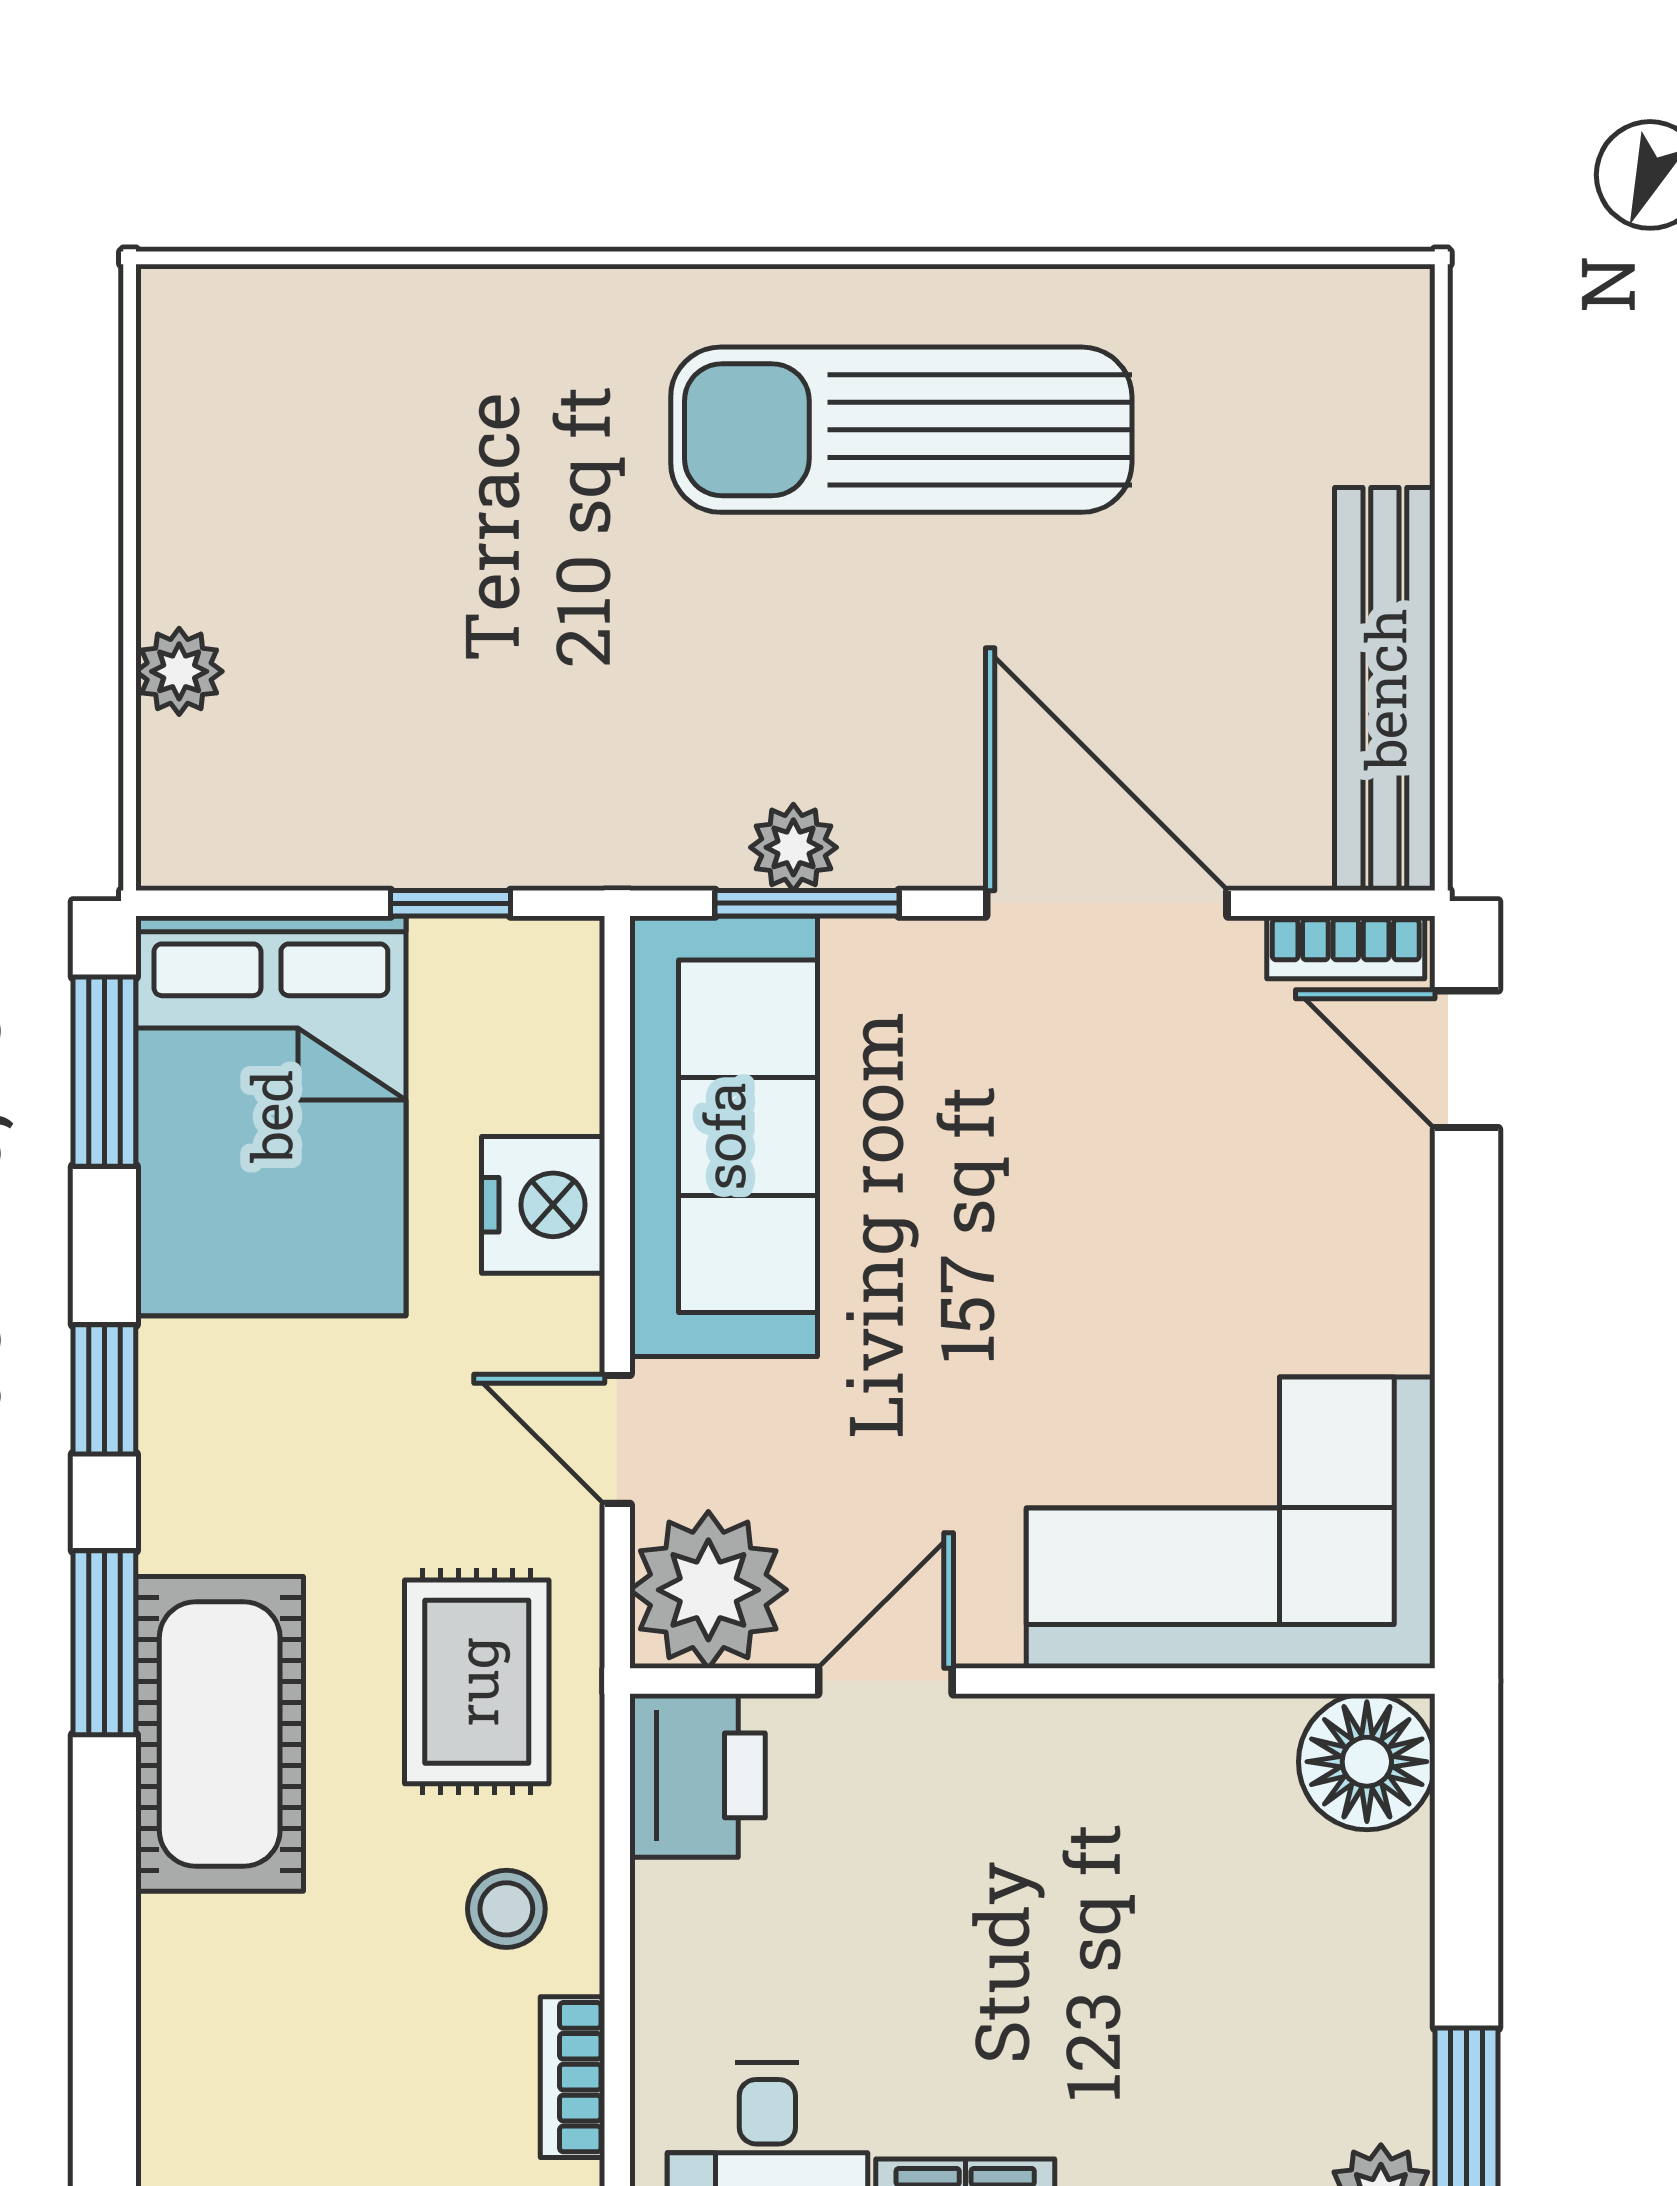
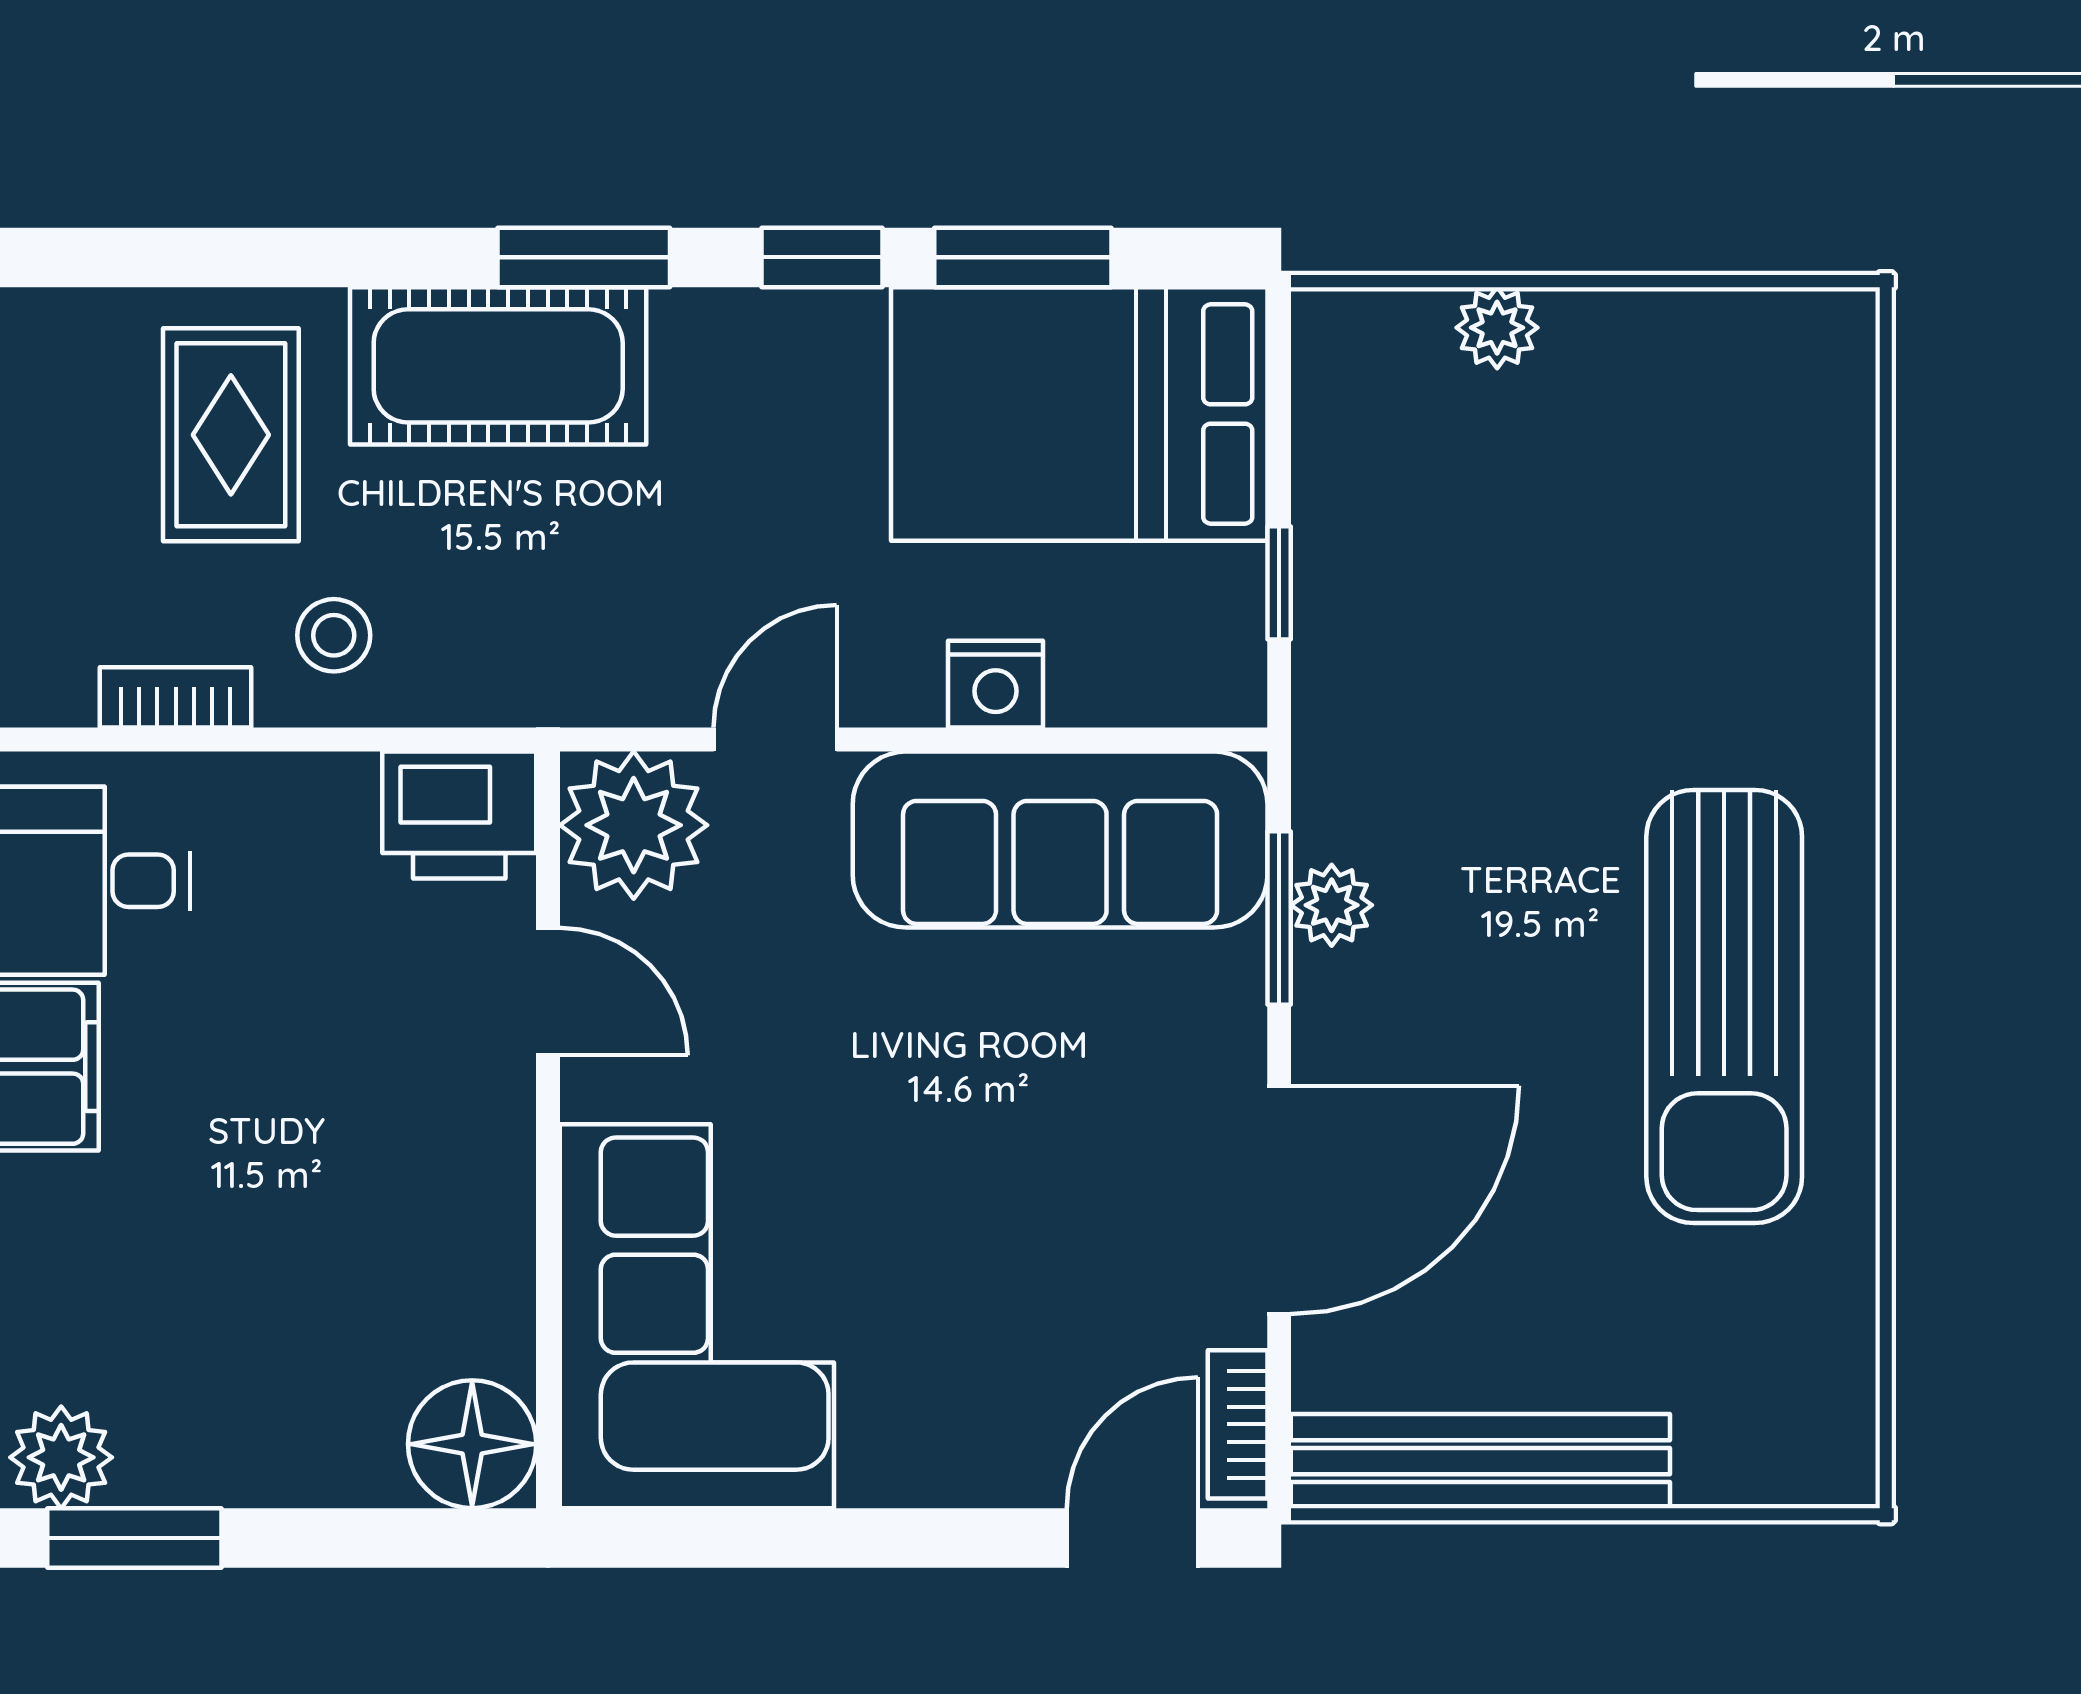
sun lounger: (901, 430) -> (1724, 1007), turned 180
window: (104, 1072) -> (1023, 257), moved
nightstand: (543, 1205) -> (996, 684), width x0.74, depth x0.75
rug: (477, 1682) -> (231, 435), moved, turned 90

